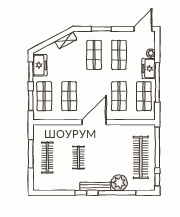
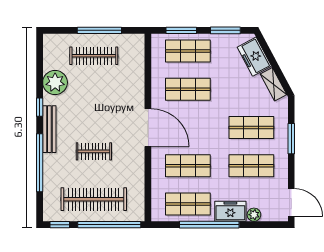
freezer: (40, 65) -> (254, 57), moved, turned 62
clothes rail: (78, 157) -> (94, 151), moved
plant: (119, 183) -> (55, 82), moved

